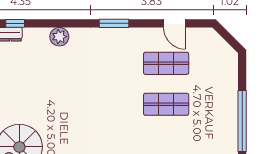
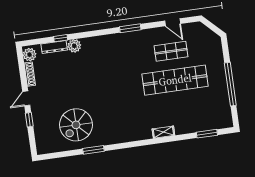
plant: (59, 37) -> (74, 46), moved
shop shelf: (166, 104) -> (175, 80), width x2.00, depth x1.36

